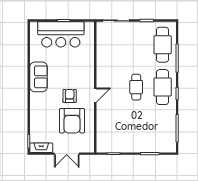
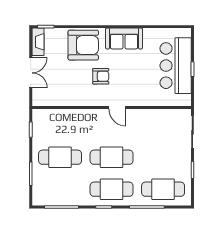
cafe table: (136, 87) -> (112, 157), width x1.37, depth x1.35
door: (95, 95) -> (117, 108), moved
armchair: (72, 121) -> (83, 45), moved, turned 180
cafe table: (136, 129) -> (60, 157), added
double door: (67, 154) -> (31, 73), swing flipped

